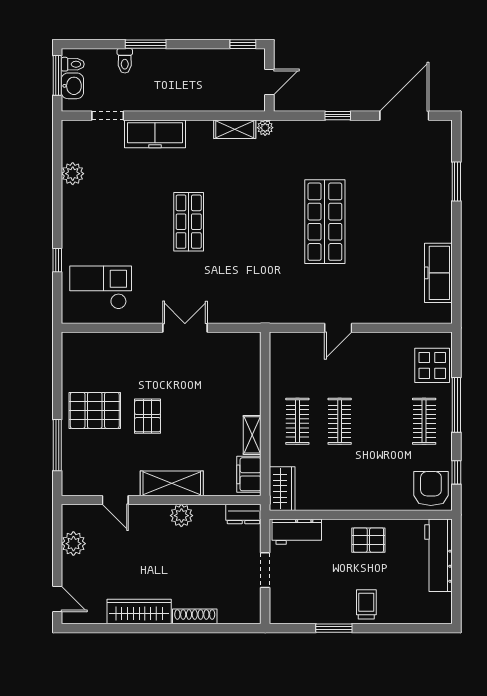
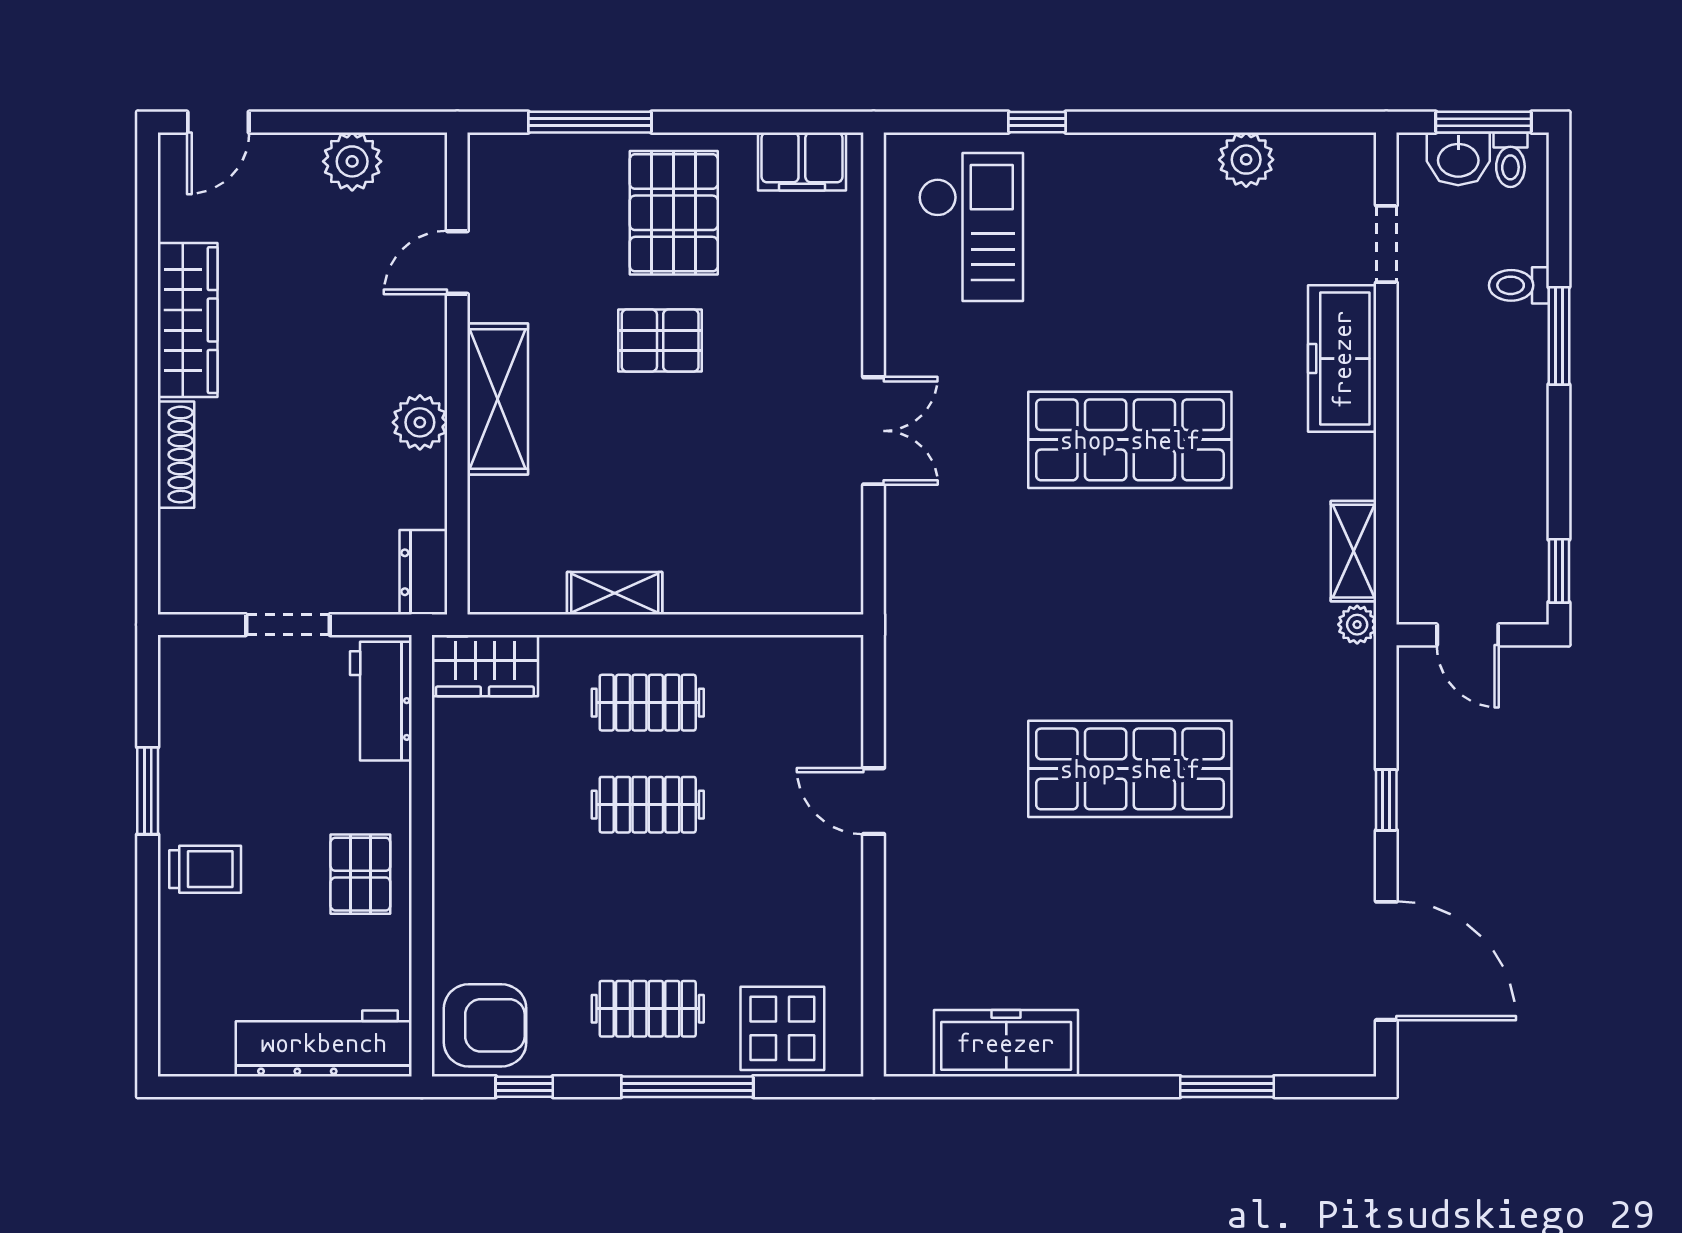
shop shelf: (189, 222) -> (1130, 440), width x1.43, depth x1.36
filing cabinet: (249, 474) -> (802, 161), moved, turned 180

